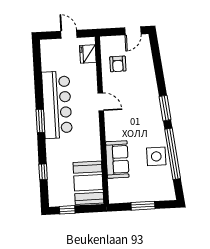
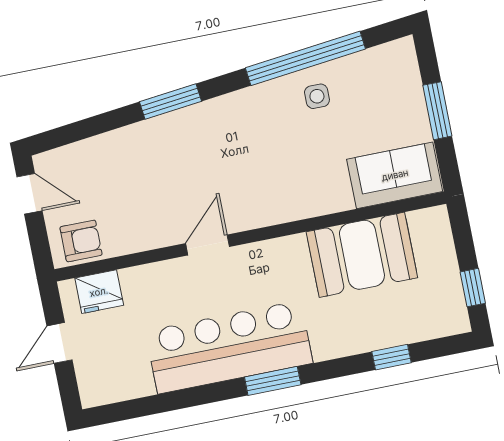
armchair: (118, 64) -> (81, 241), moved
window: (165, 108) -> (170, 102), moved
side table: (156, 156) -> (317, 96), width x0.54, depth x0.54
sofa: (117, 160) -> (395, 175), moved
booth: (88, 183) -> (362, 255), moved

